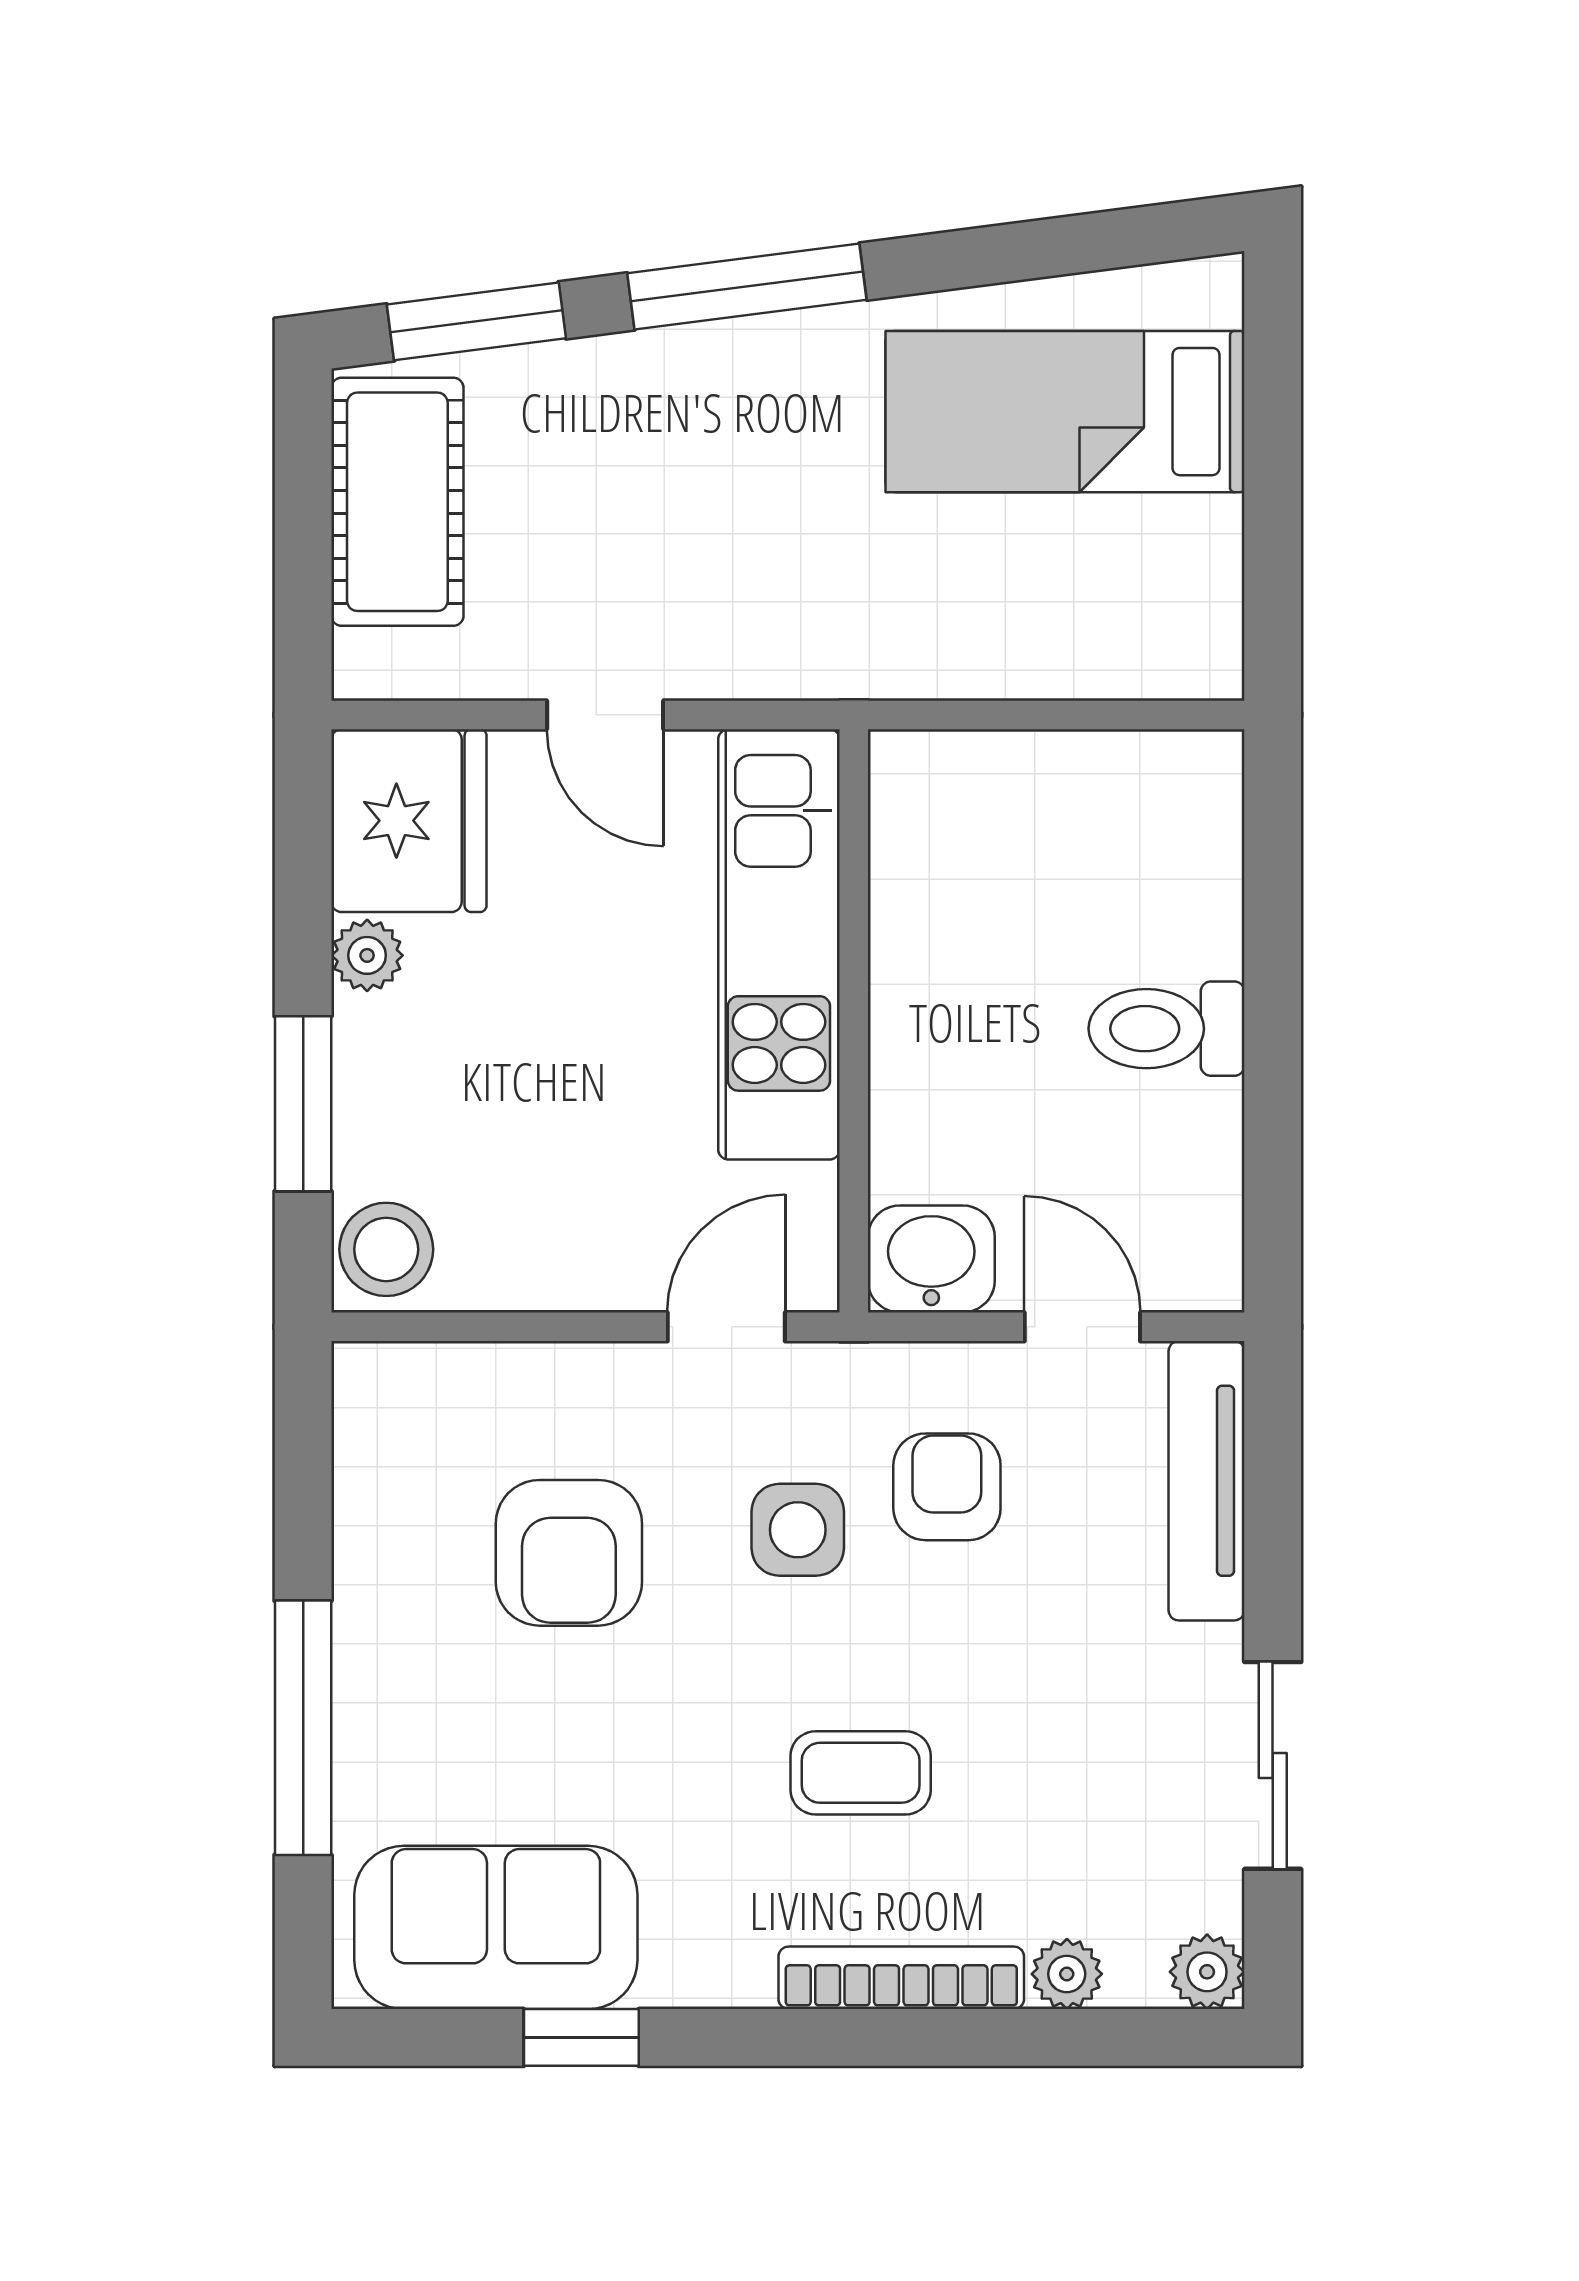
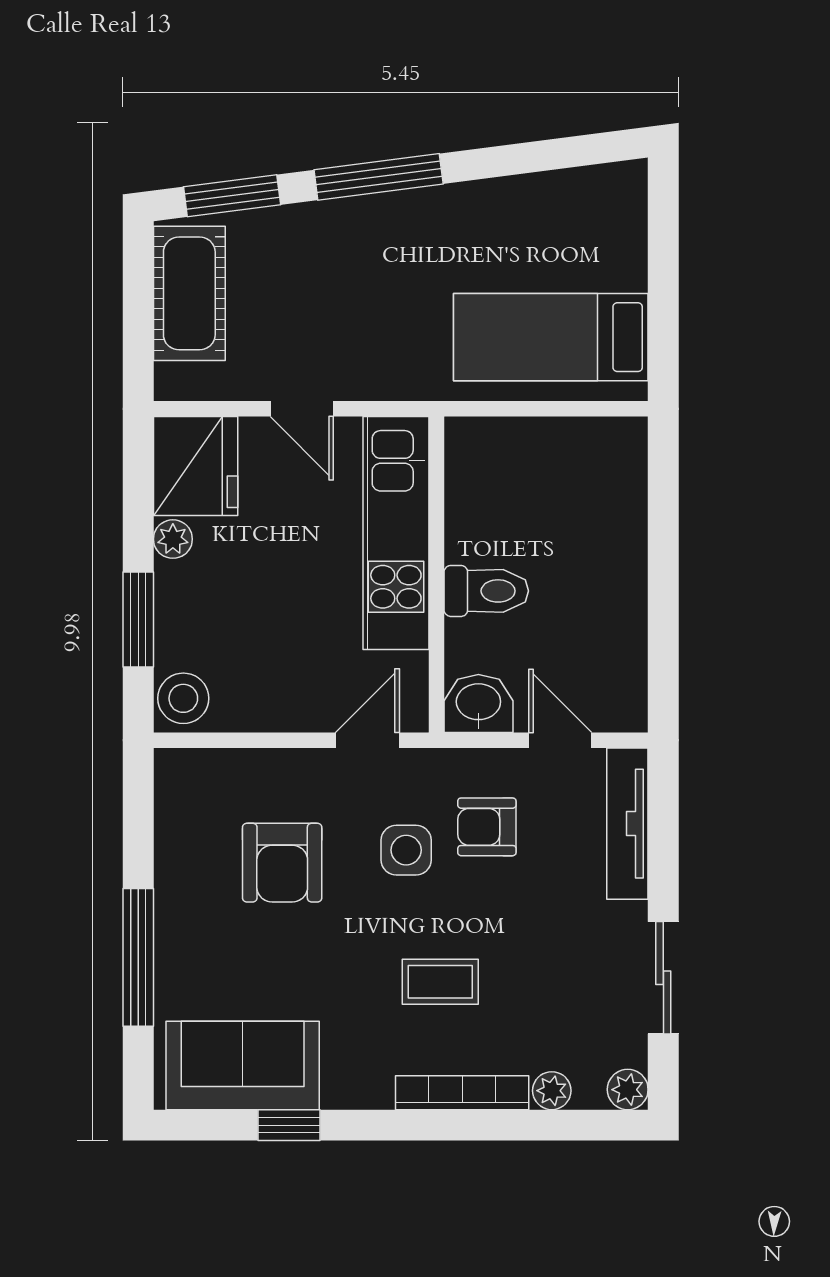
bed: (1065, 412) -> (551, 337), moved
toilet: (1167, 1029) -> (486, 591), moved, turned 180
armchair: (947, 1487) -> (487, 827), turned -90

